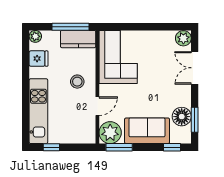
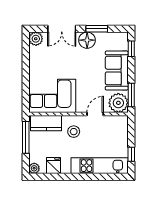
kitchen counter: (78, 39) -> (46, 123), moved, turned 90
door: (97, 106) -> (95, 114), hinge flipped
floor lamp: (182, 117) -> (87, 40), moved
window: (195, 120) -> (97, 29), moved

